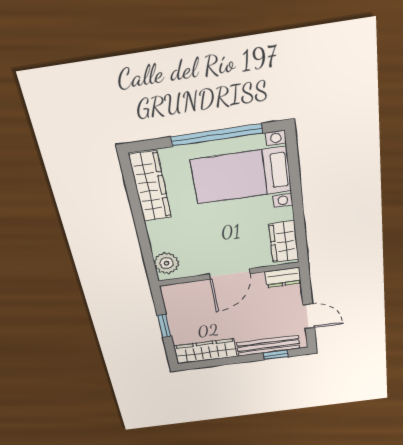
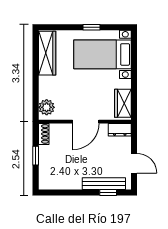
window: (217, 135) -> (92, 27), width x0.32
shoe rack: (170, 298) -> (44, 134), added
wardrobe: (206, 351) -> (60, 182), removed

